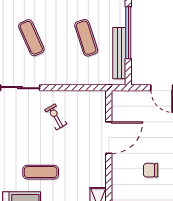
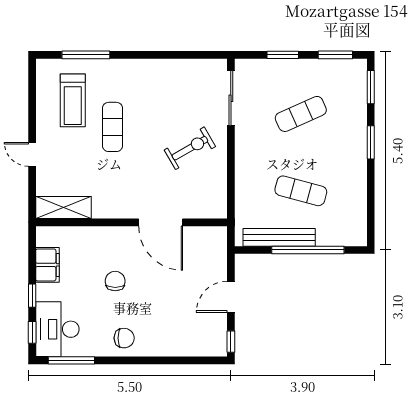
exercise mat: (86, 38) -> (301, 191), turned 33
exercise bike: (56, 117) -> (190, 148), width x1.38, depth x1.39

